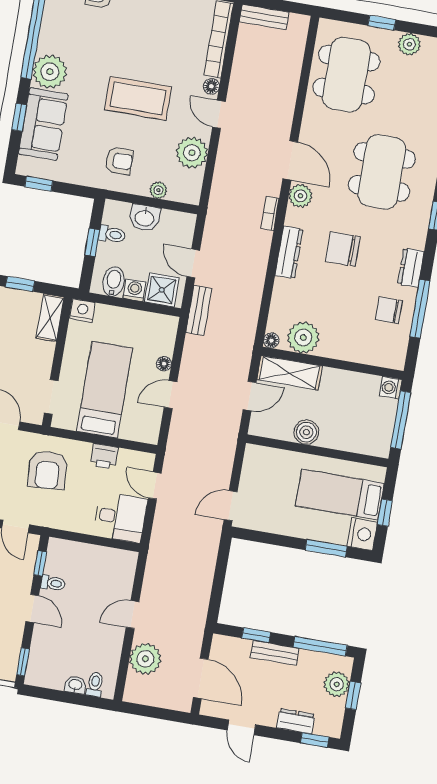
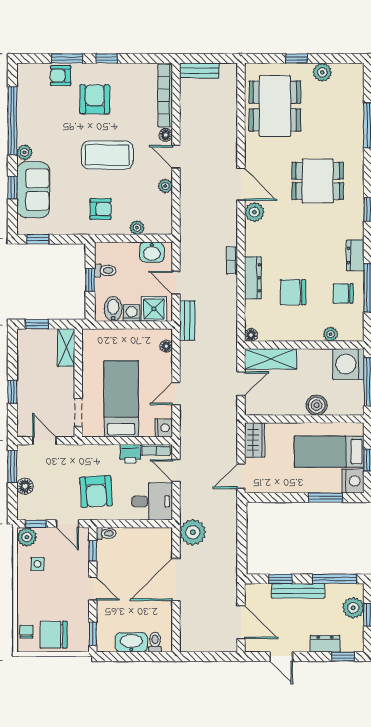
armchair: (135, 30) -> (95, 99), added
plant: (50, 72) -> (24, 152), width x0.53, depth x0.53
plant: (192, 153) -> (165, 186), width x0.53, depth x0.53
dining table: (382, 172) -> (318, 181), width x0.73
bookcase: (270, 213) -> (232, 260), moved
washbasin: (145, 218) -> (152, 252), moved
chair: (343, 249) -> (293, 292), moved
dresser: (289, 252) -> (253, 278), moved
nightstand: (82, 311) -> (164, 428), moved, turned 90
plant: (303, 337) -> (330, 334), moved, width x0.53, depth x0.53
floor lamp: (164, 364) -> (166, 346), moved
washing machine: (391, 388) -> (348, 364), width x1.89, depth x1.89
boiler: (306, 432) -> (317, 405), moved
bookcase: (135, 457) -> (156, 450), added
wardrobe: (254, 465) -> (255, 440), added
armchair: (48, 470) -> (96, 491), moved
toilet: (53, 583) -> (106, 533), moved
door: (133, 614) -> (176, 579), width x1.87
bench: (275, 653) -> (298, 591), width x1.36
plant: (145, 659) -> (193, 532), moved
washbasin: (75, 685) -> (131, 642), width x1.91, depth x1.45

